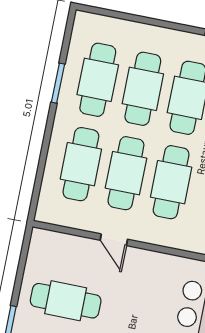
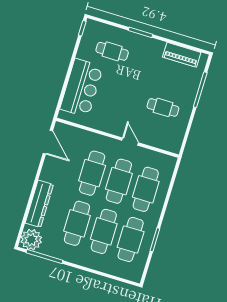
cafe table: (66, 301) -> (163, 107), width x0.73, depth x0.74

